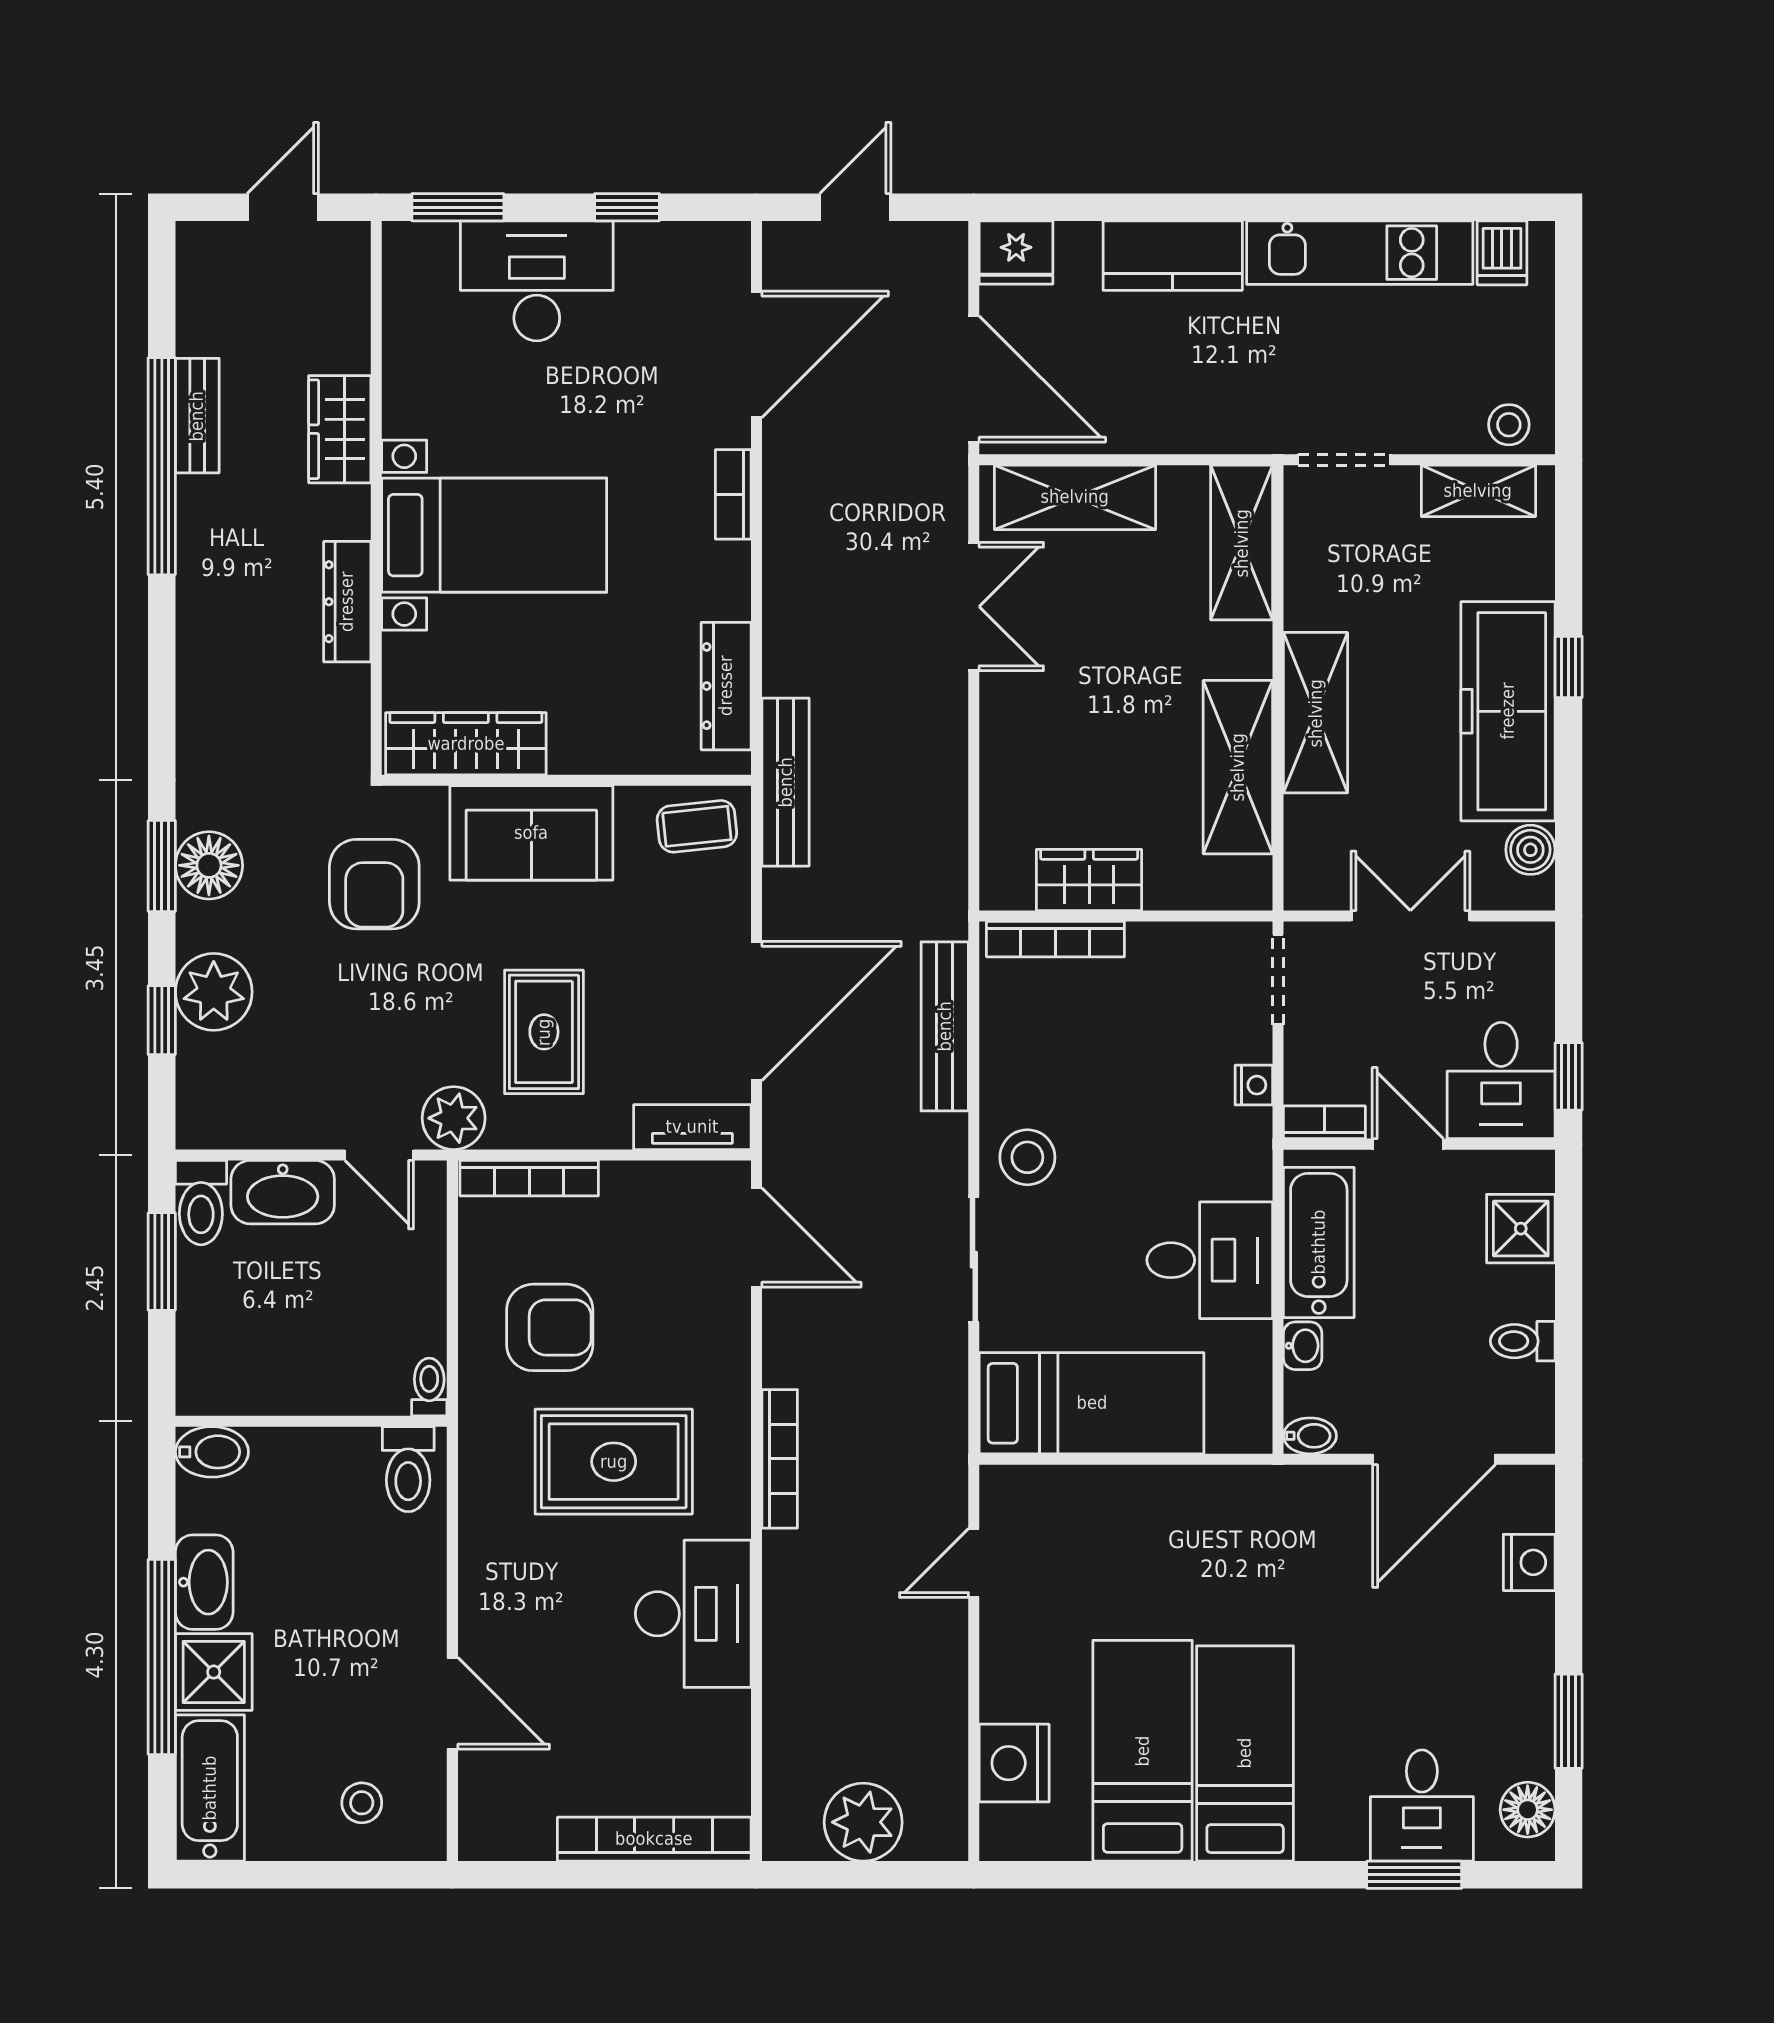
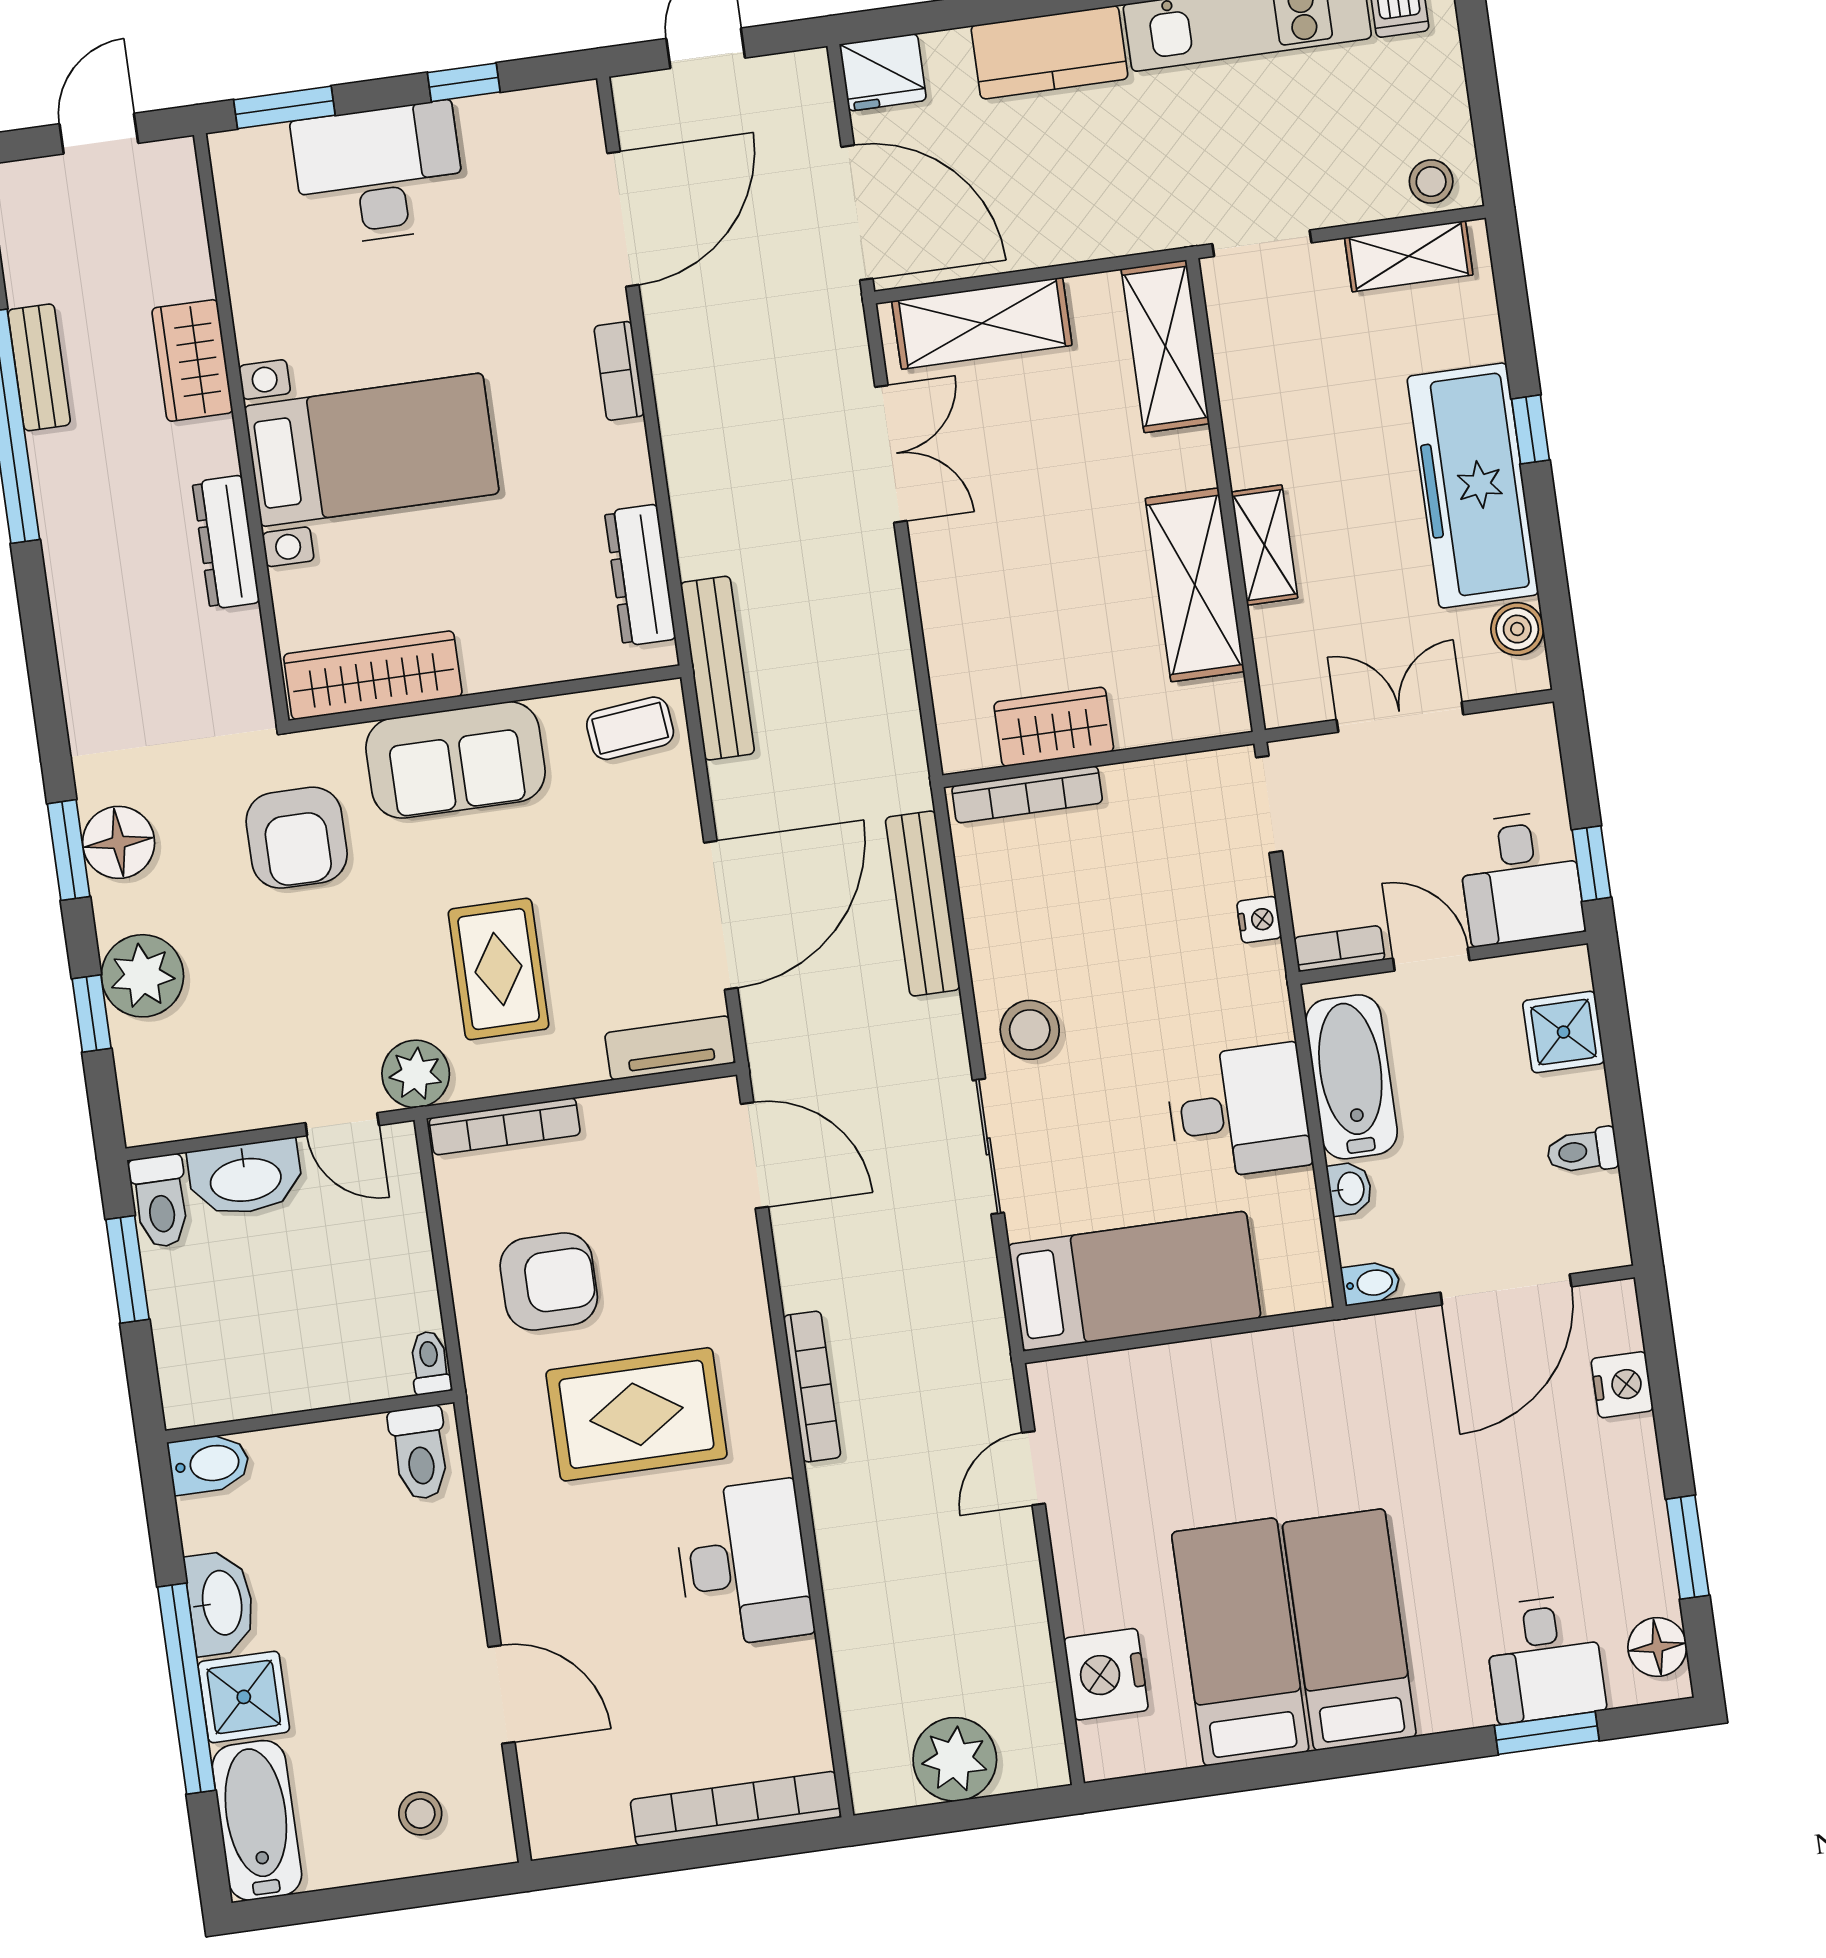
shelving: (1316, 713) -> (1264, 545), width x0.67, depth x0.75

